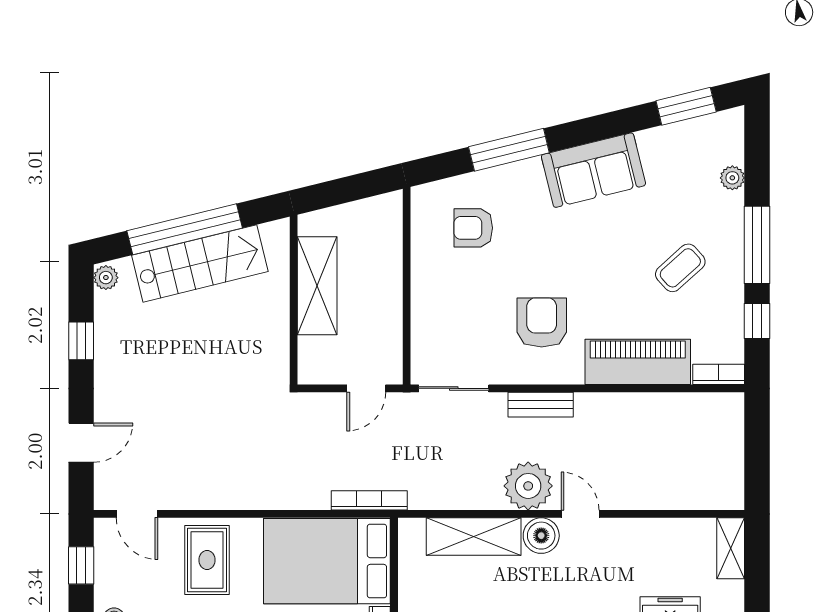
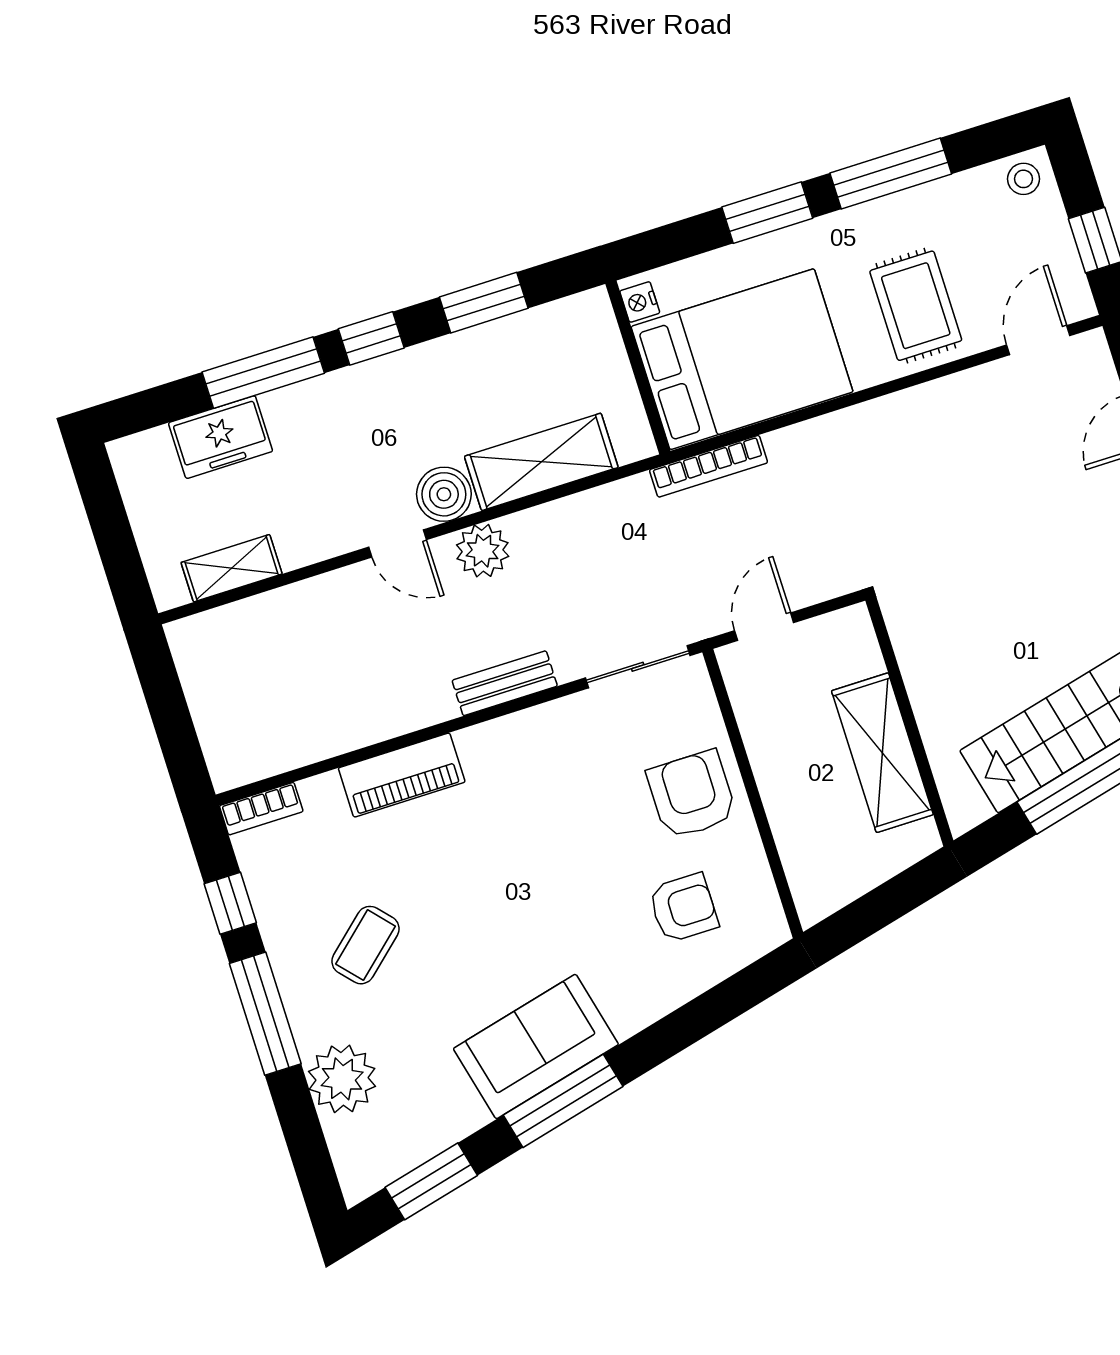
window: (509, 150) -> (563, 1101), moved
plant: (732, 178) -> (342, 1079), width x1.88, depth x1.88
armchair: (542, 322) -> (692, 795), moved, turned 180
piano: (638, 362) -> (402, 775), width x0.73, depth x0.75
plant: (528, 486) -> (483, 551), width x0.73, depth x0.73
door: (137, 514) -> (1038, 340), hinge flipped
shelving: (731, 548) -> (232, 568), moved, turned 90

